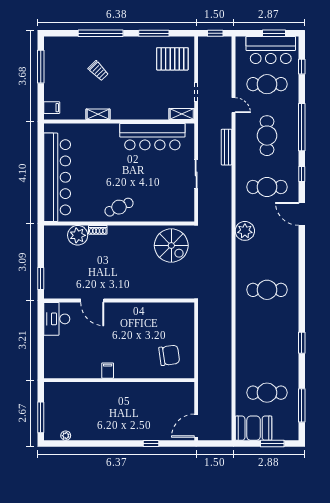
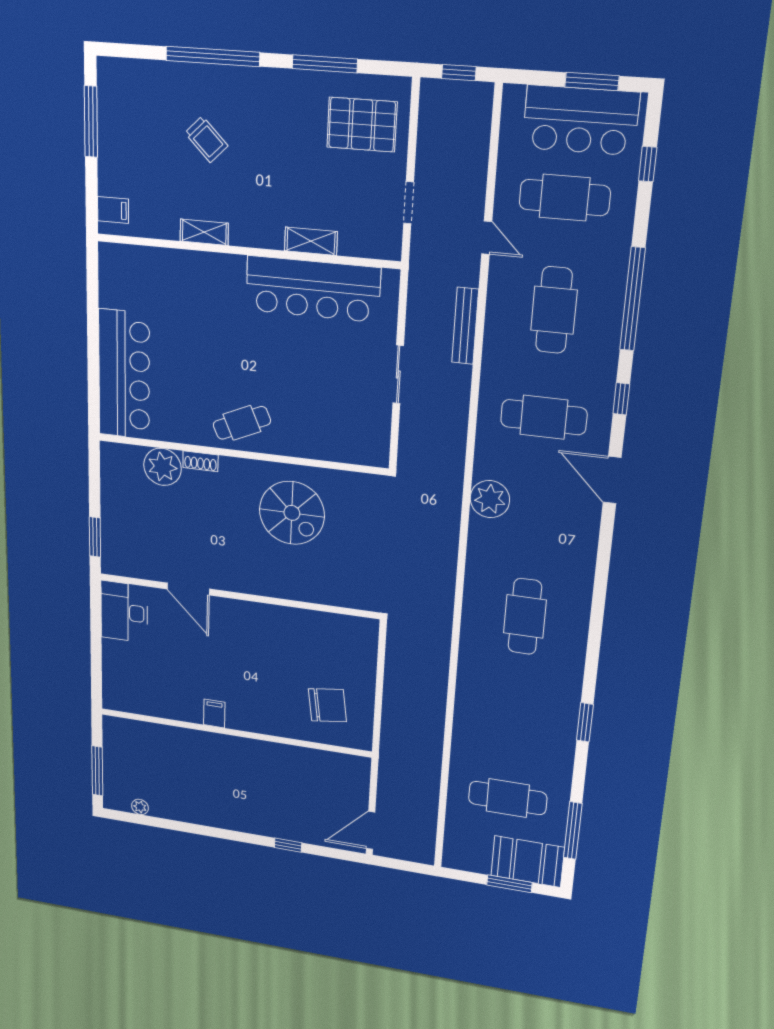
shelving: (182, 114) -> (311, 241), moved
bar counter: (57, 177) -> (124, 375), width x0.73
spiral stairs: (171, 246) -> (292, 513), moved
cafe table: (267, 290) -> (525, 616), turned 90
booth: (254, 428) -> (528, 862), moved

